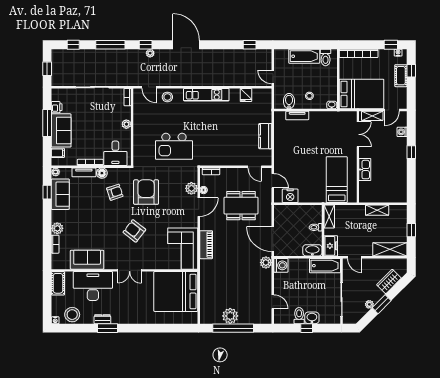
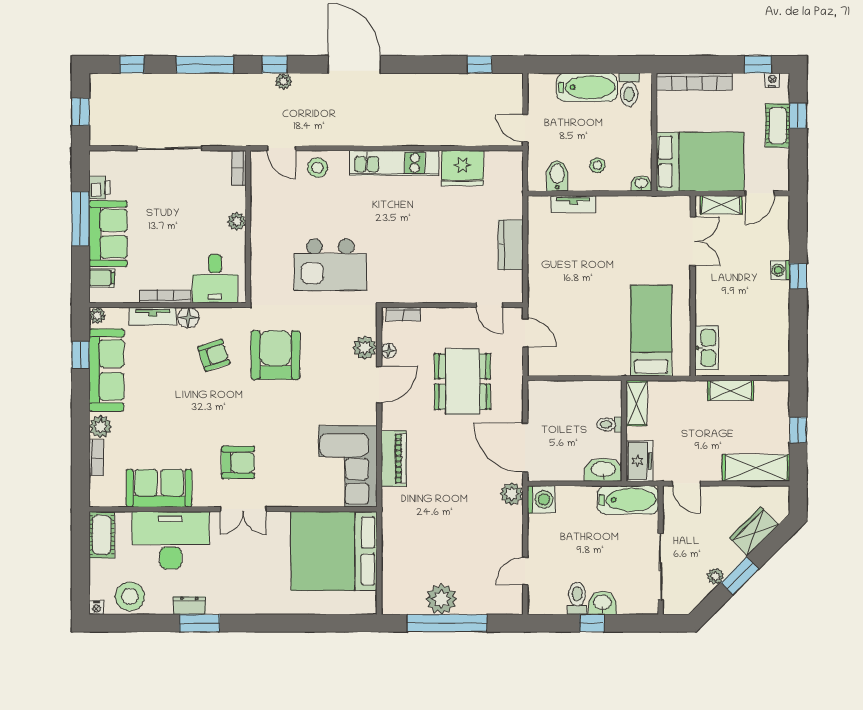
fridge: (246, 95) -> (462, 168), width x1.88, depth x1.34
washing machine: (402, 132) -> (780, 270), moved
kitchen sink: (365, 170) -> (707, 348), moved
sofa: (60, 194) -> (106, 370), width x1.36
nightstand: (290, 196) -> (559, 362), removed
dining table: (241, 206) -> (463, 382), turned 90
armchair: (134, 231) -> (238, 462), moved, turned 142
door: (273, 302) -> (525, 571), swing flipped

